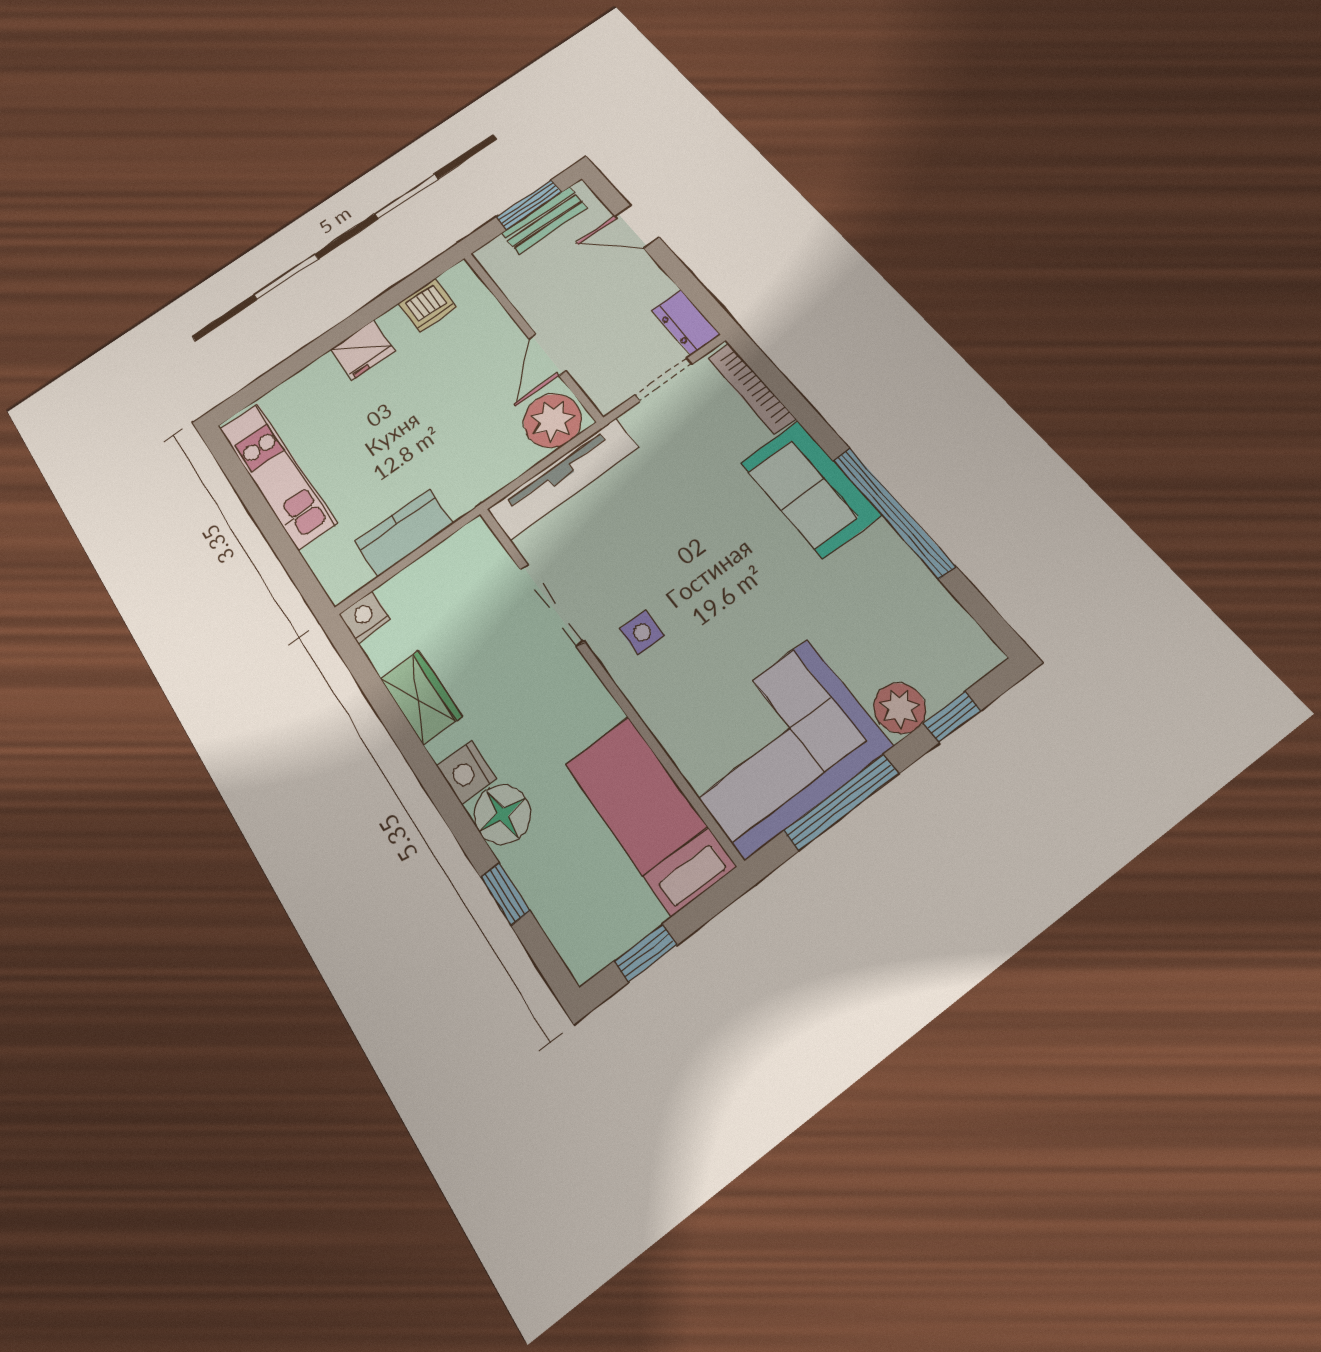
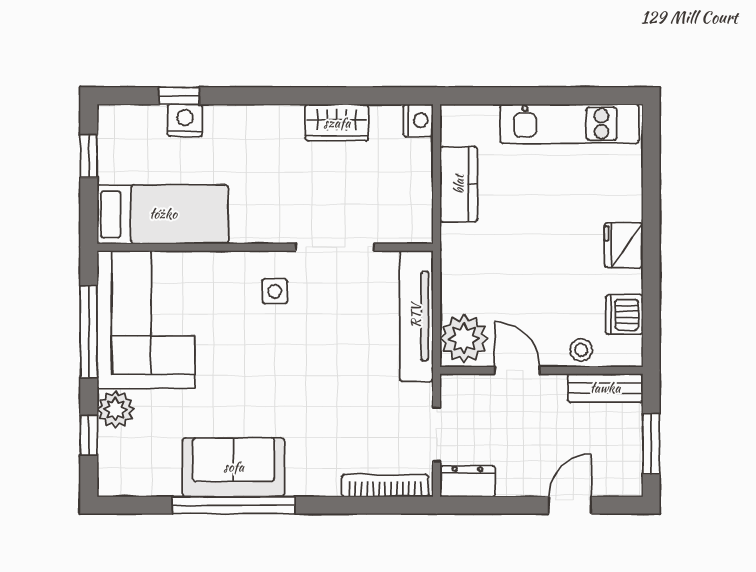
bench: (544, 221) -> (605, 388), moved, turned 90
stool: (487, 316) -> (581, 350), added
sofa: (810, 489) -> (234, 467), moved
nightstand: (466, 773) -> (185, 120), moved
floor lamp: (502, 815) -> (226, 125), removed

